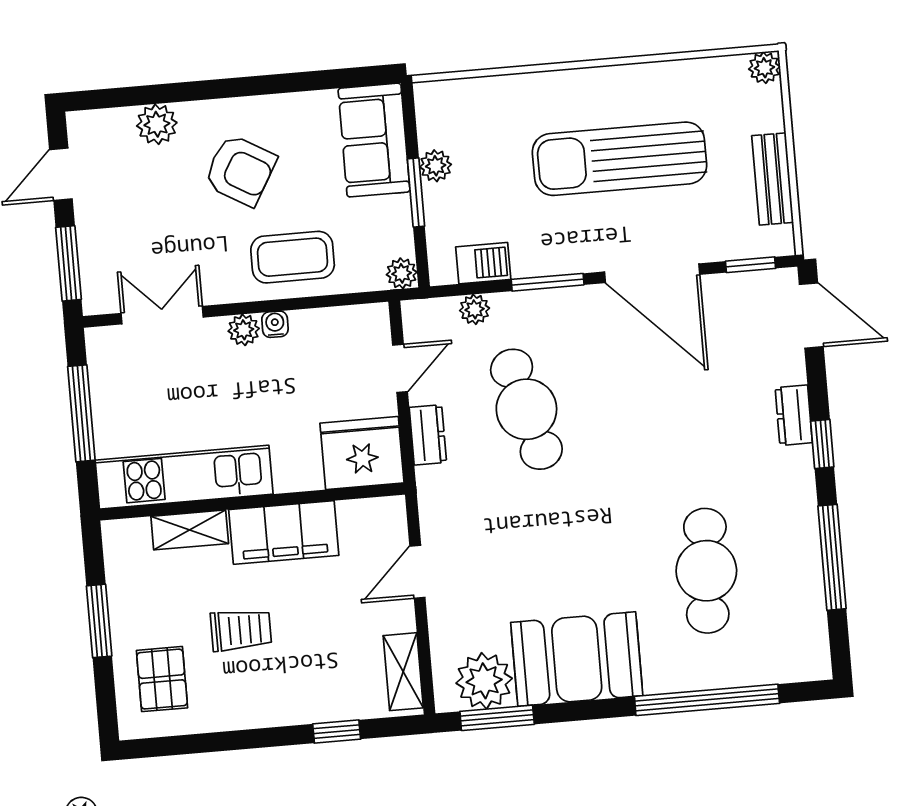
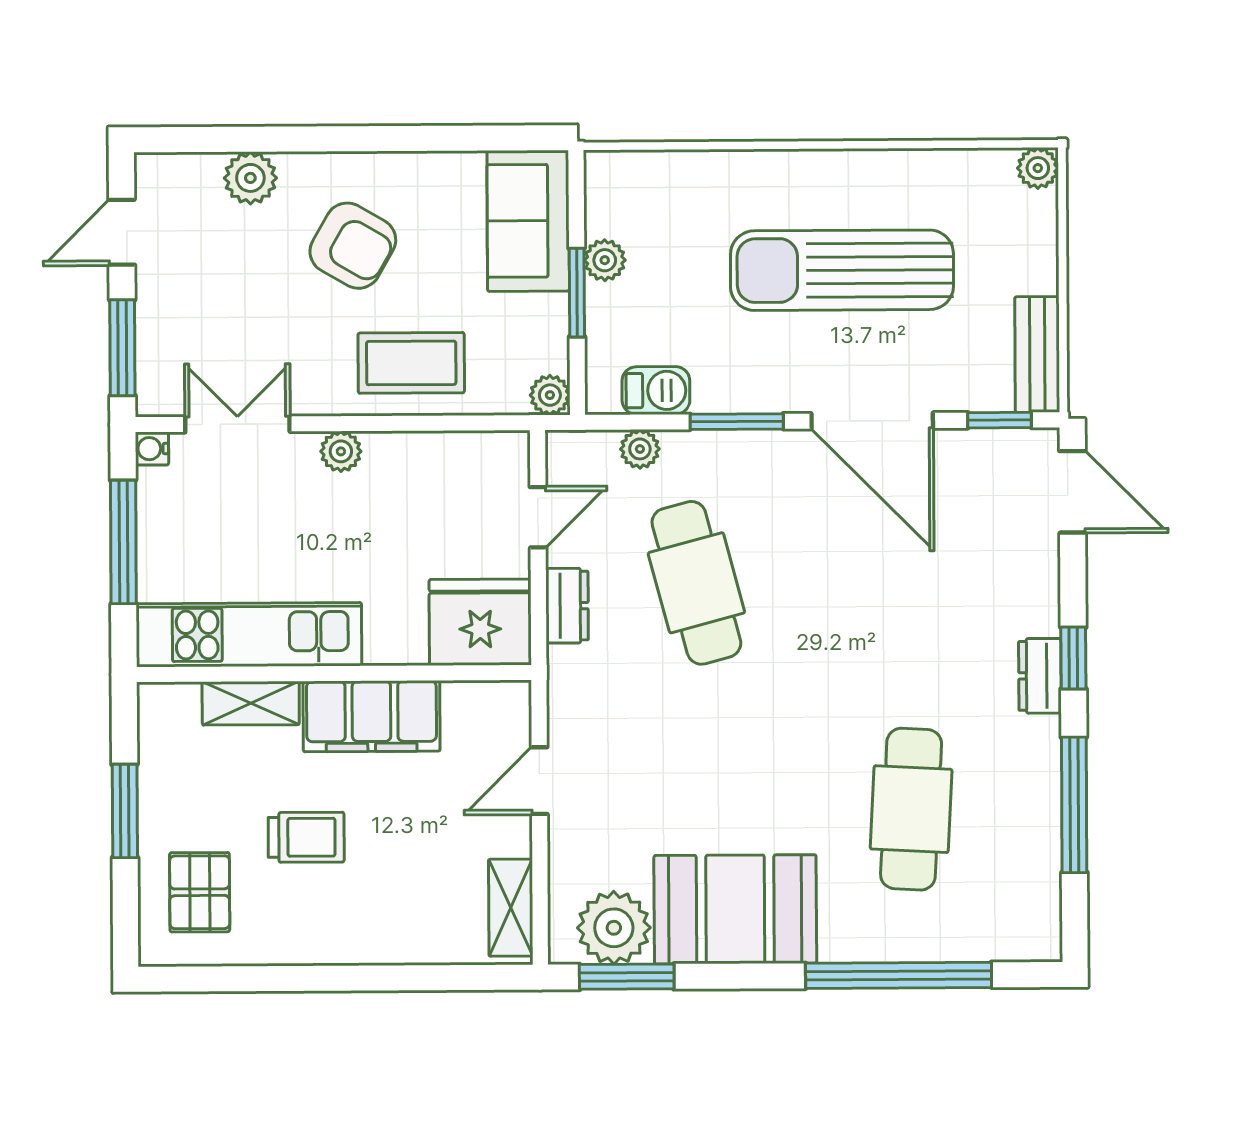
bench: (773, 179) -> (1037, 355), moved
water cooler: (275, 324) -> (152, 449), moved, turned -90
dresser: (794, 415) -> (1040, 676), moved
window: (337, 732) -> (419, 978), removed

